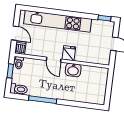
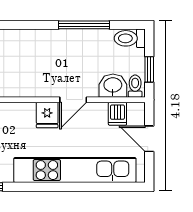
dishwasher: (20, 48) -> (117, 114), moved
door: (54, 60) -> (73, 100), swing flipped
washbasin: (73, 70) -> (113, 86), moved

